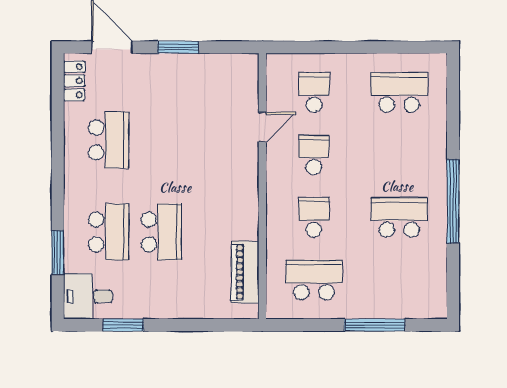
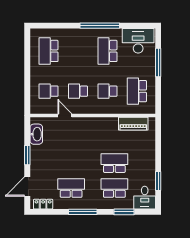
washbasin: (223, 66) -> (36, 134), added
window: (58, 165) -> (83, 212), added
desk: (421, 282) -> (138, 41), added

